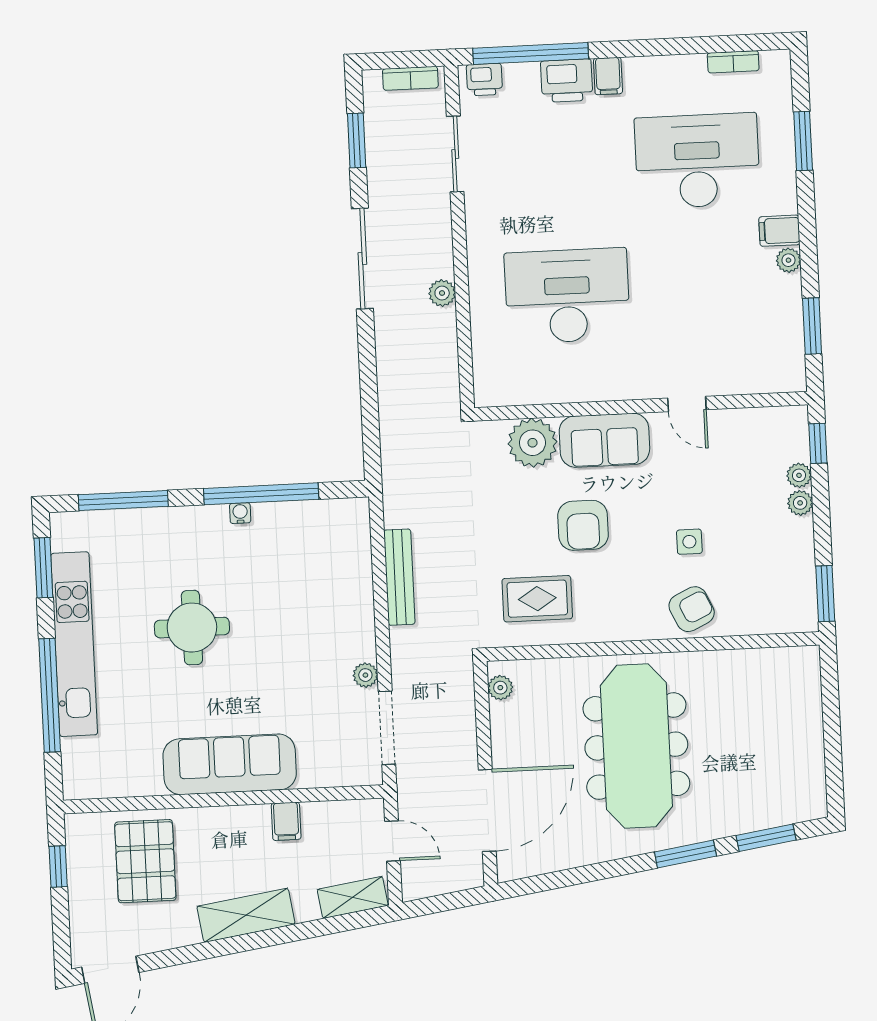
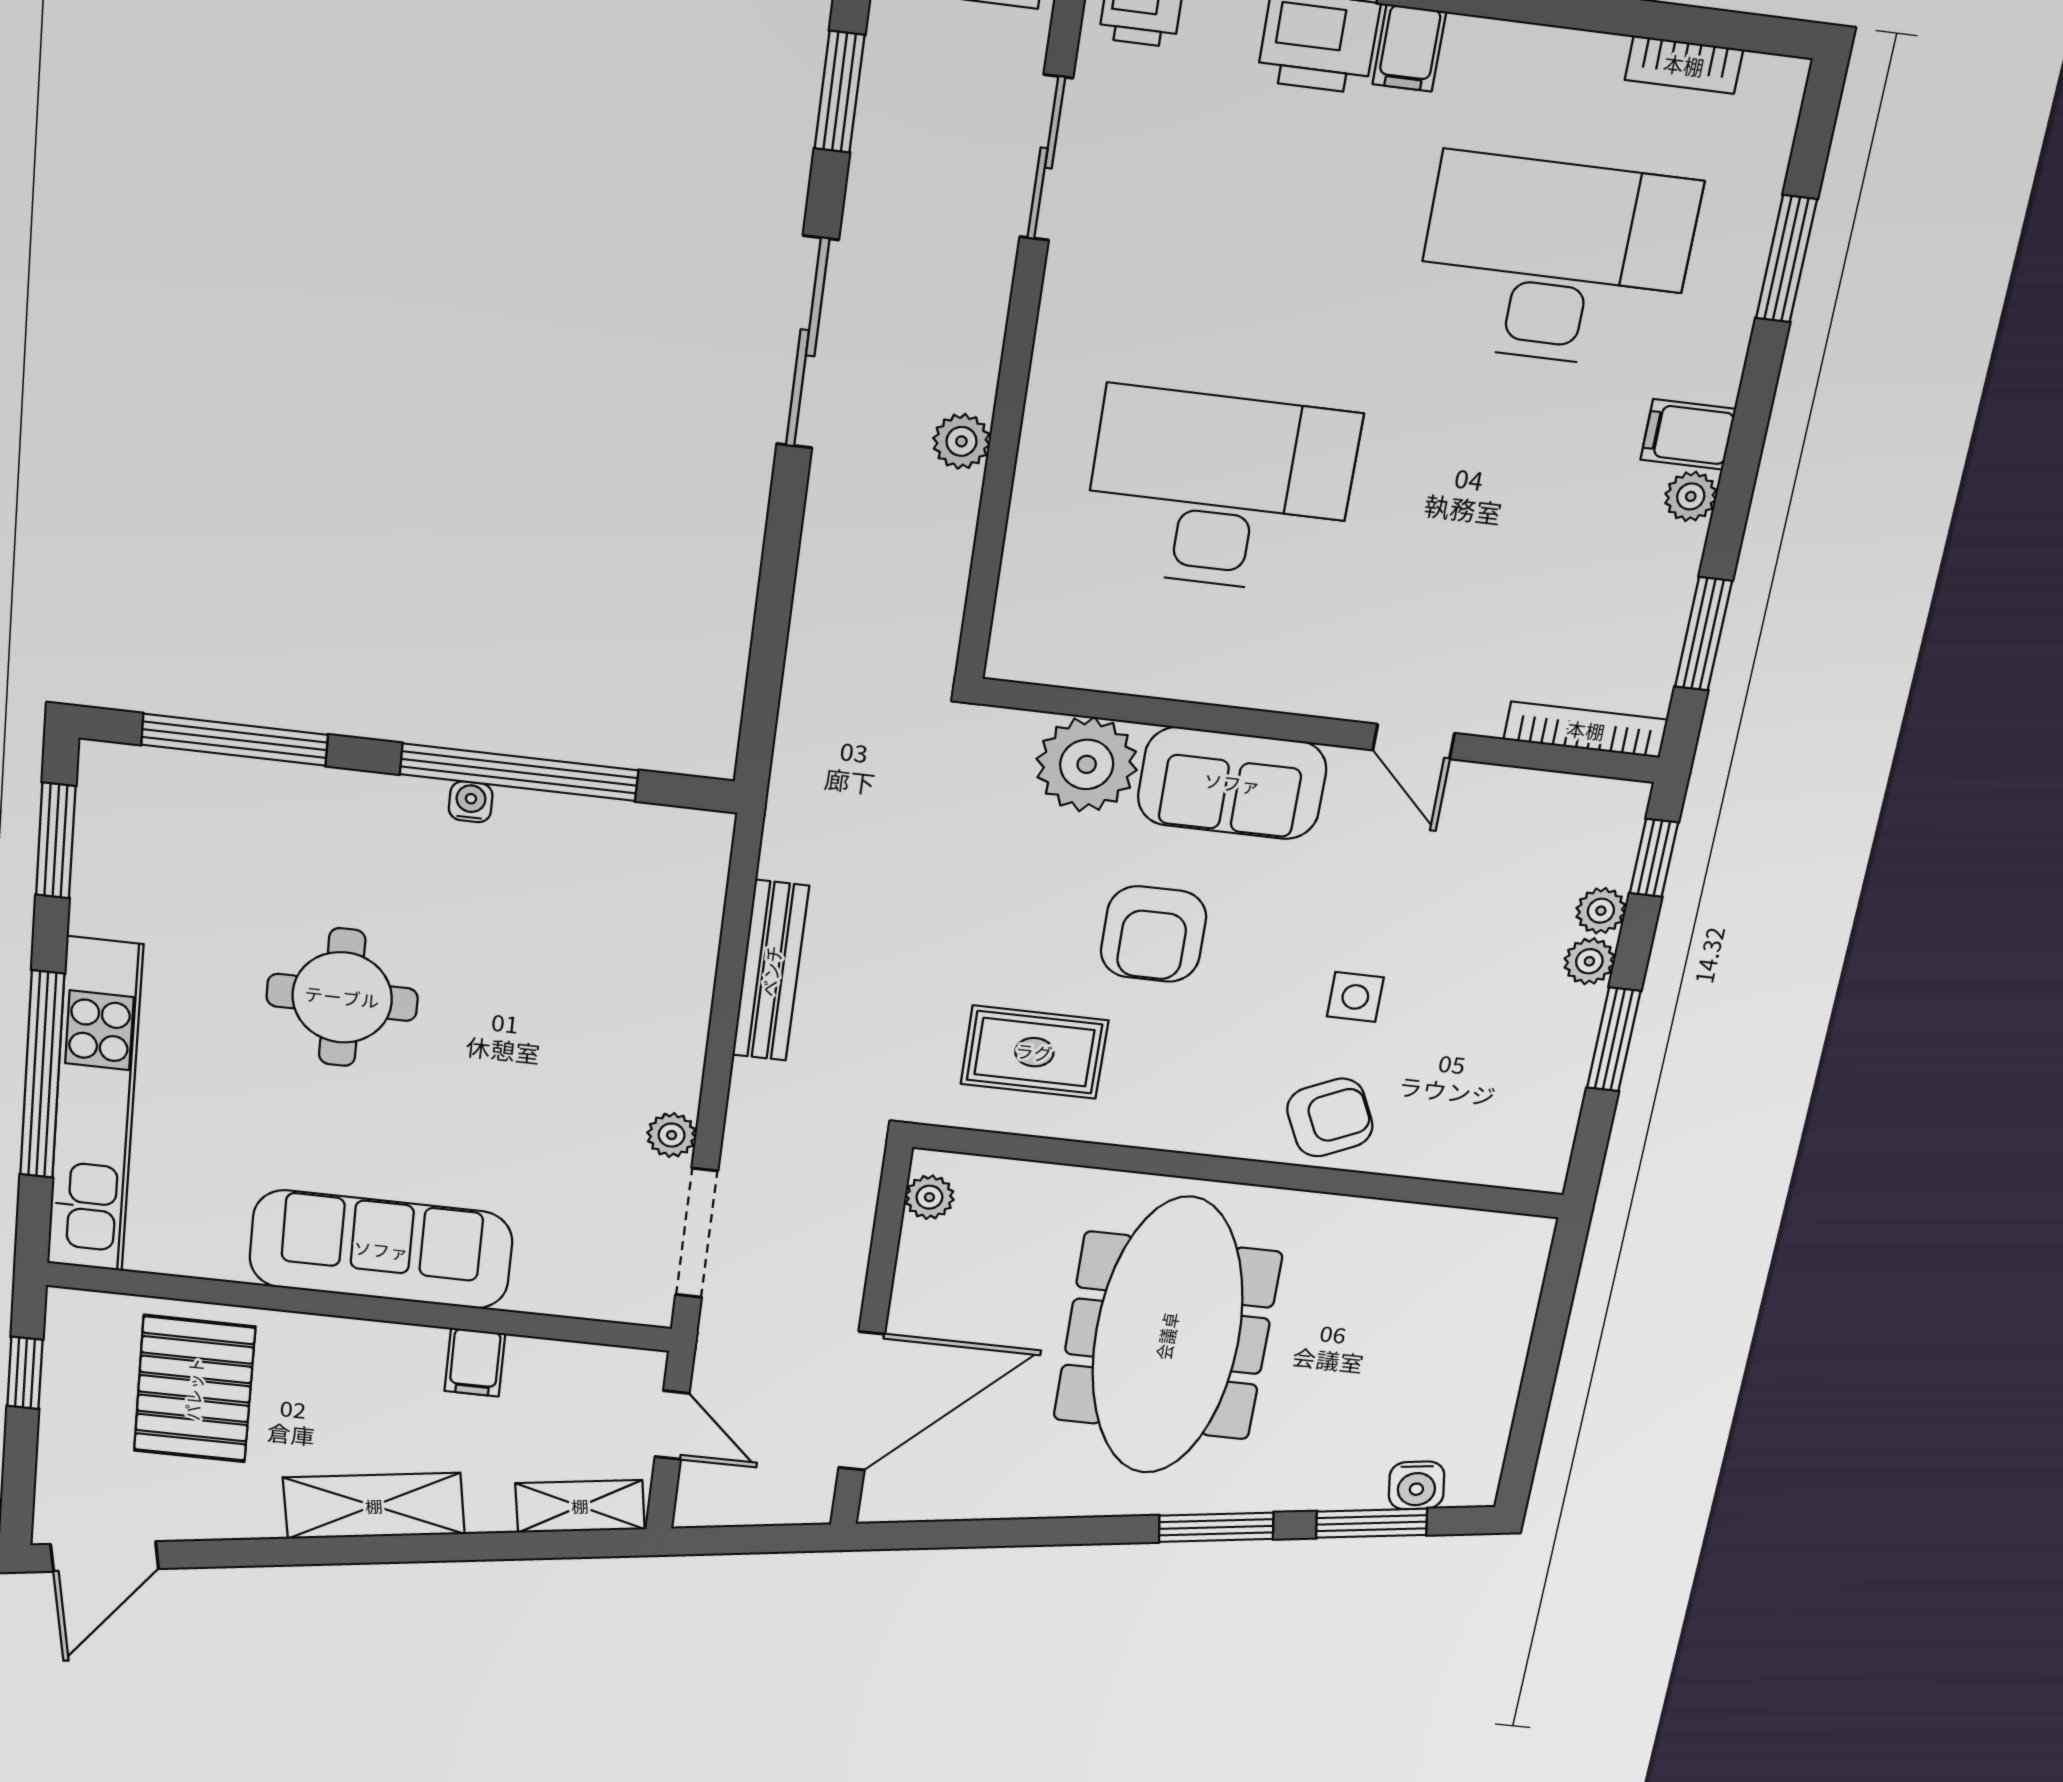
bookcase: (768, 384) -> (1586, 730), added
window: (825, 594) -> (1614, 1039), moved
kitchen unit: (74, 644) -> (95, 1106), moved
water cooler: (784, 811) -> (1417, 1485), added

